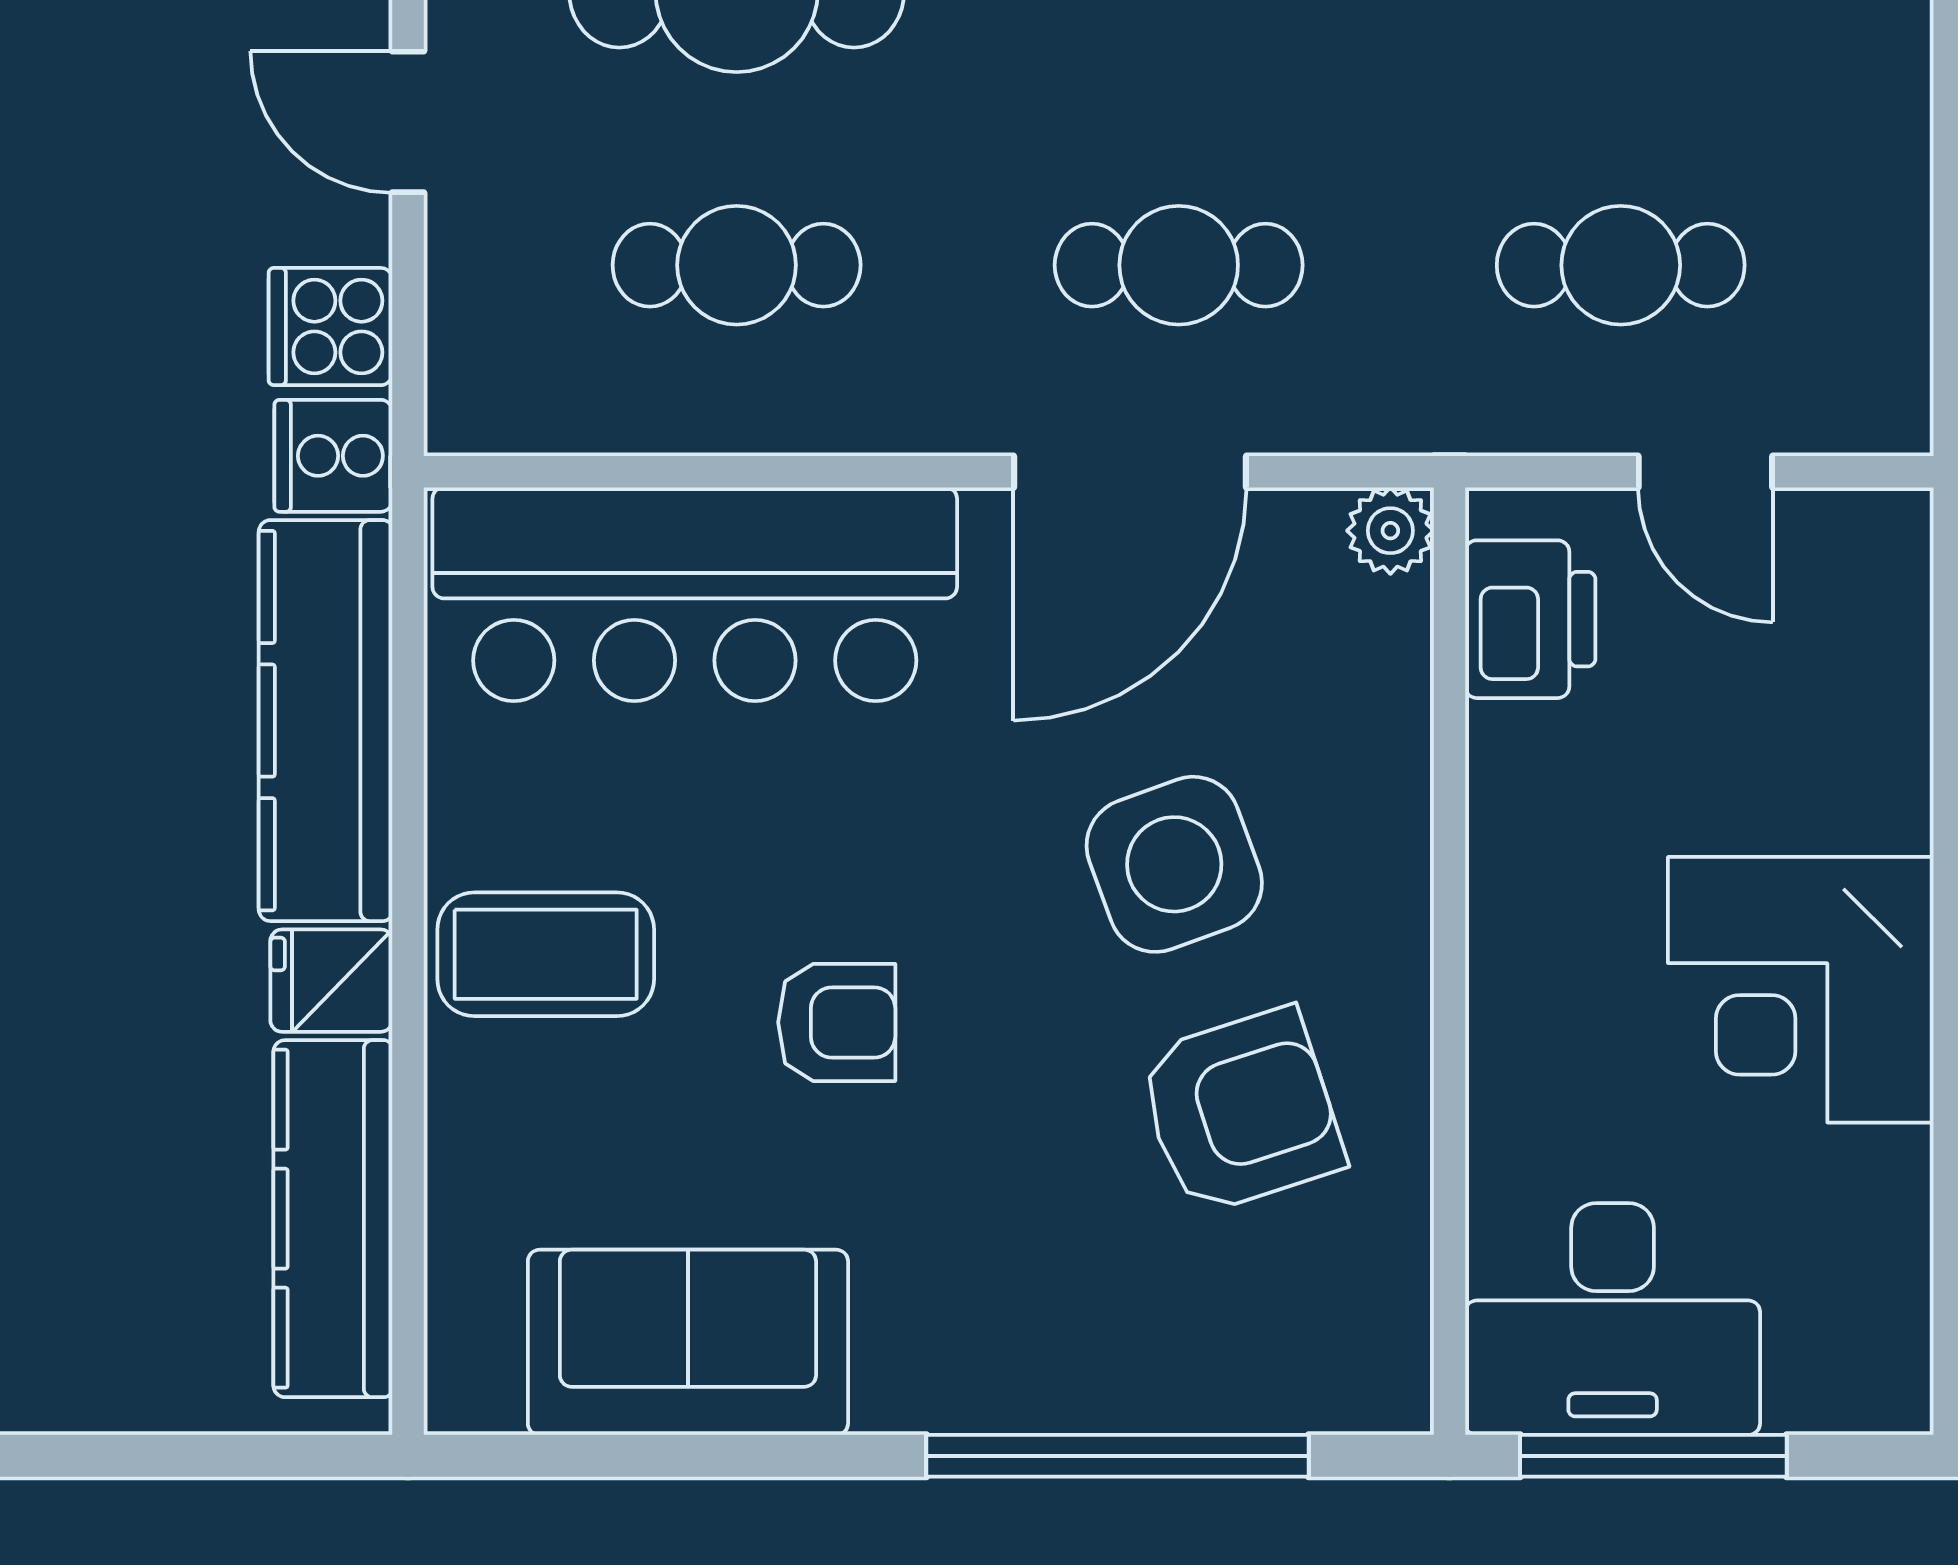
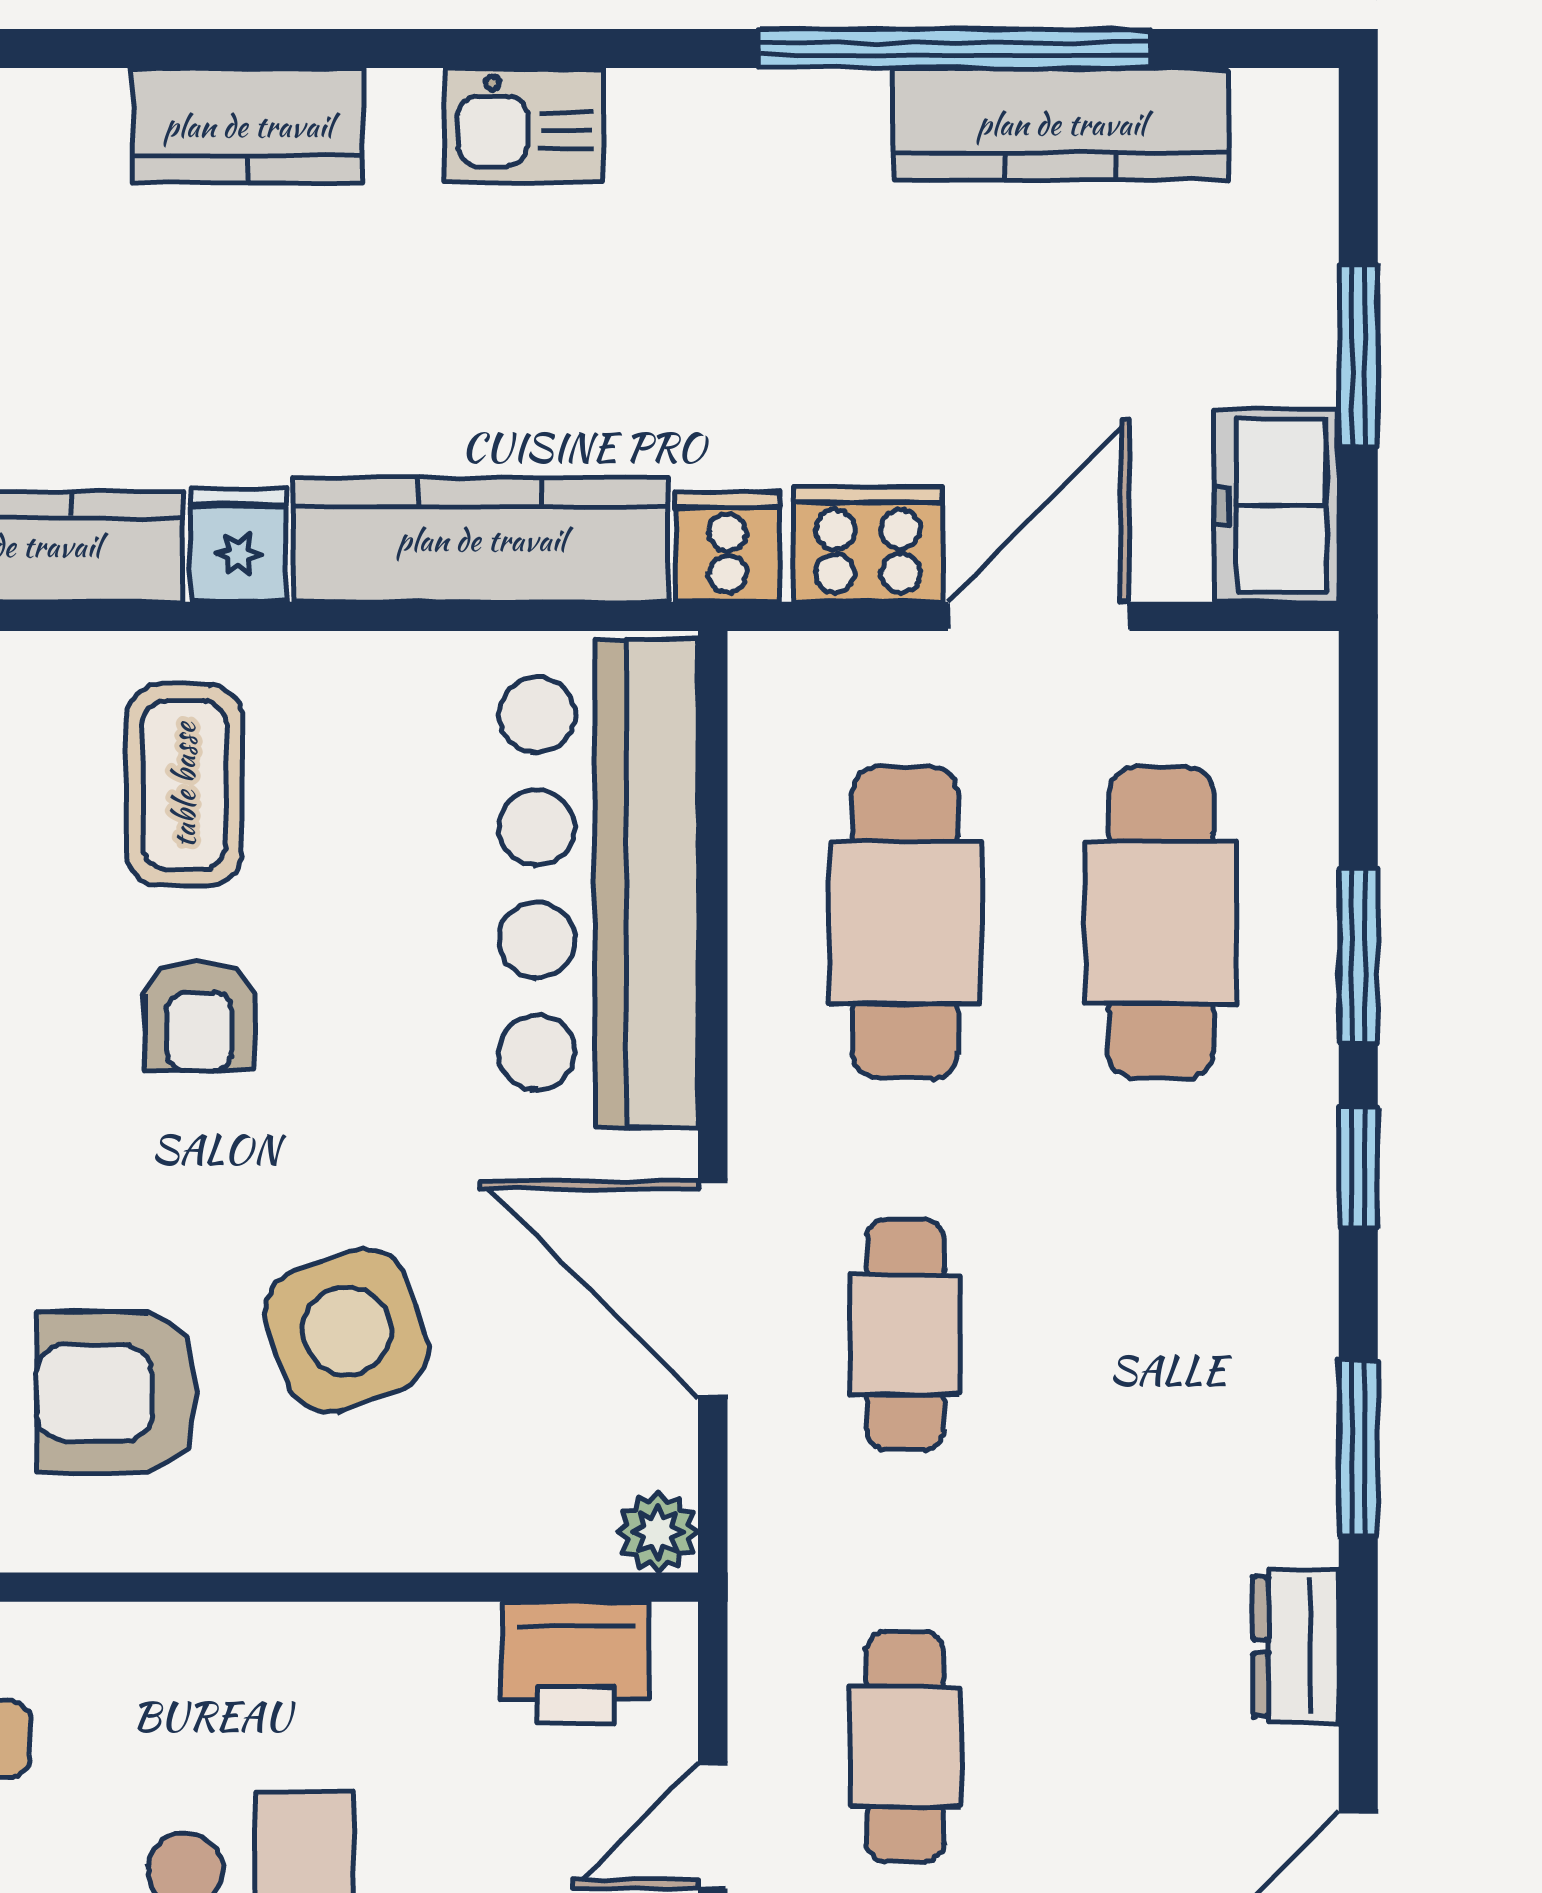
door: (408, 122) -> (1039, 616), width x1.38
cafe table: (737, 265) -> (905, 923), width x1.37, depth x1.35
cooker: (331, 327) -> (868, 544), width x1.36
coffee table: (546, 954) -> (184, 785), moved
armchair: (1241, 1111) -> (117, 1393), turned 108

